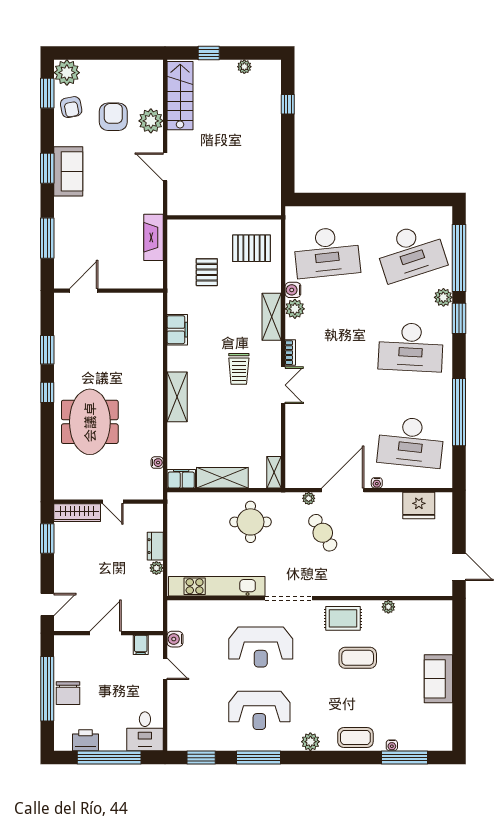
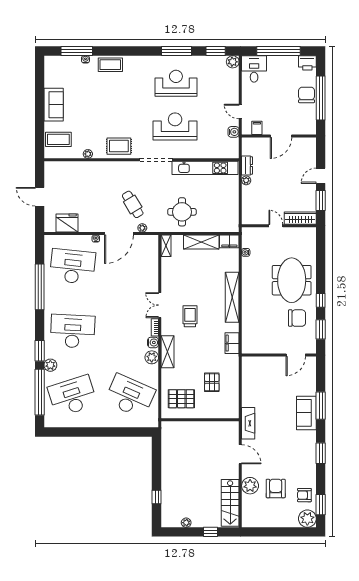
armchair: (71, 107) -> (304, 495), turned -79
armchair: (113, 117) -> (276, 488), turned 180
sofa: (68, 171) -> (306, 413), moved
fireplace: (153, 237) -> (248, 423), moved
desk: (327, 252) -> (130, 396), turned 30
water cooler: (293, 290) -> (153, 342), moved
door: (84, 291) -> (296, 355), moved
wall: (109, 291) -> (279, 355), moved
chair: (82, 366) -> (297, 318), added
shelving: (177, 397) -> (232, 297), width x1.47
dresser: (155, 546) -> (247, 165), moved
door: (459, 567) -> (40, 197), moved
door: (47, 604) -> (321, 176), moved
coffee table: (358, 658) -> (58, 139), moved
printer: (85, 740) -> (307, 63), moved
plant: (310, 742) -> (233, 62), moved

